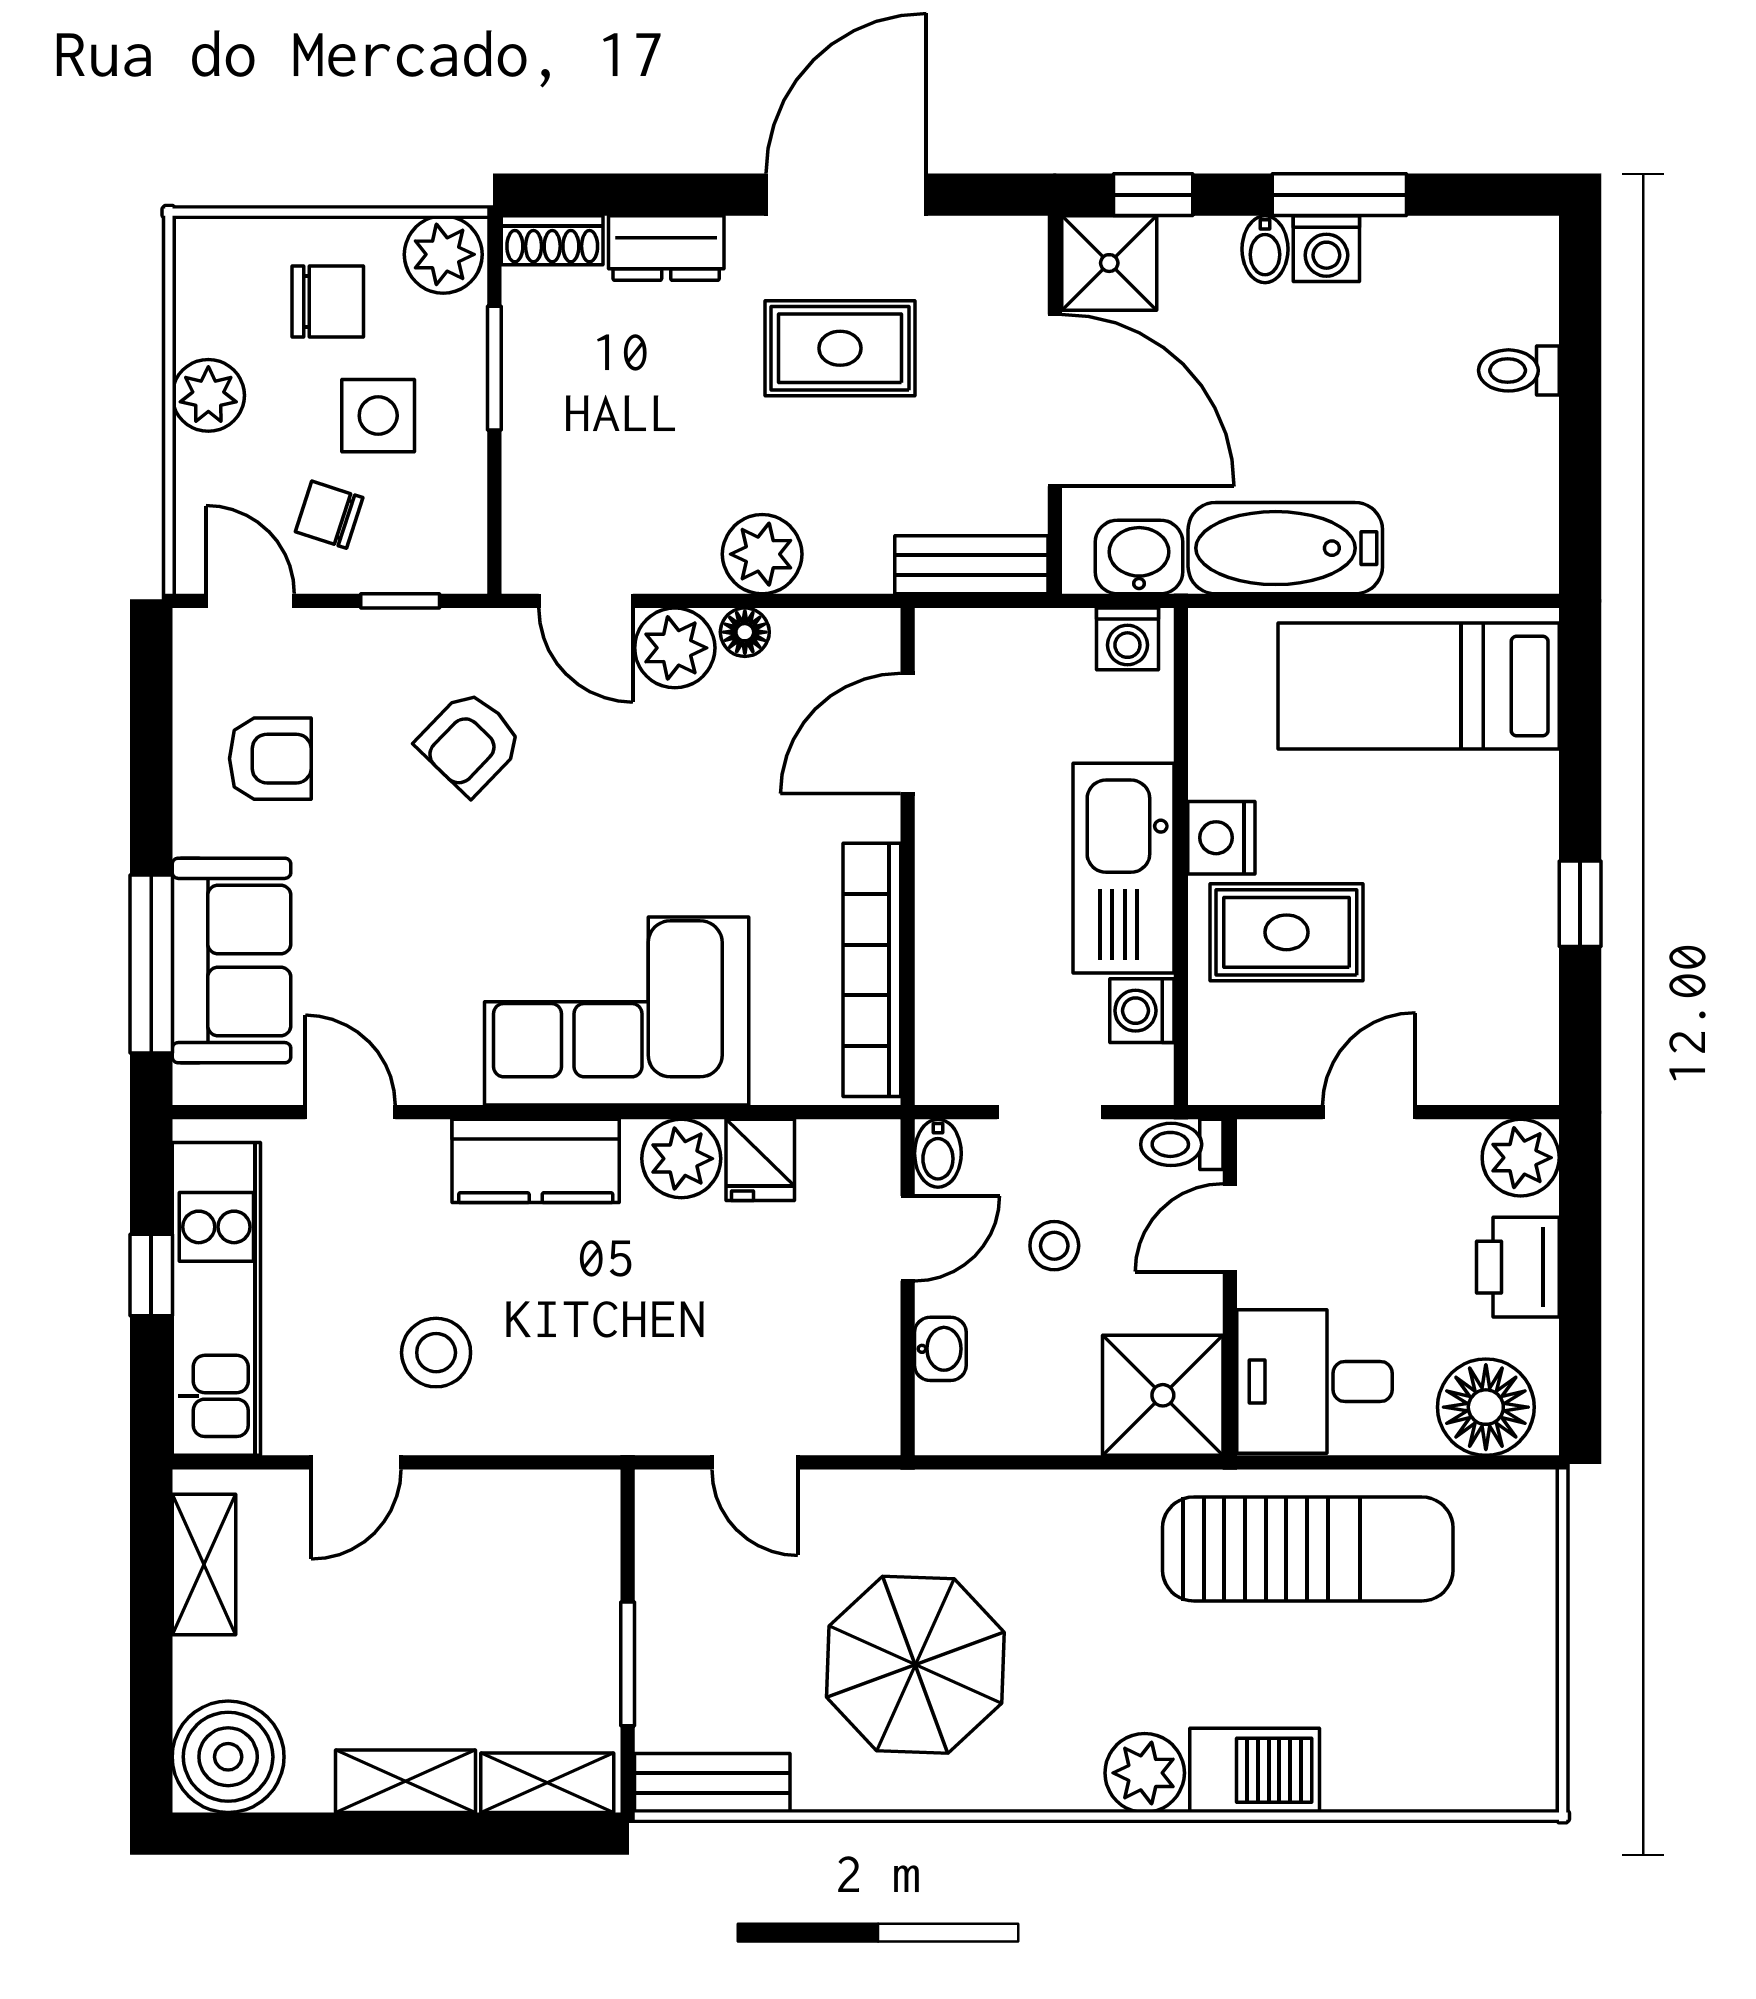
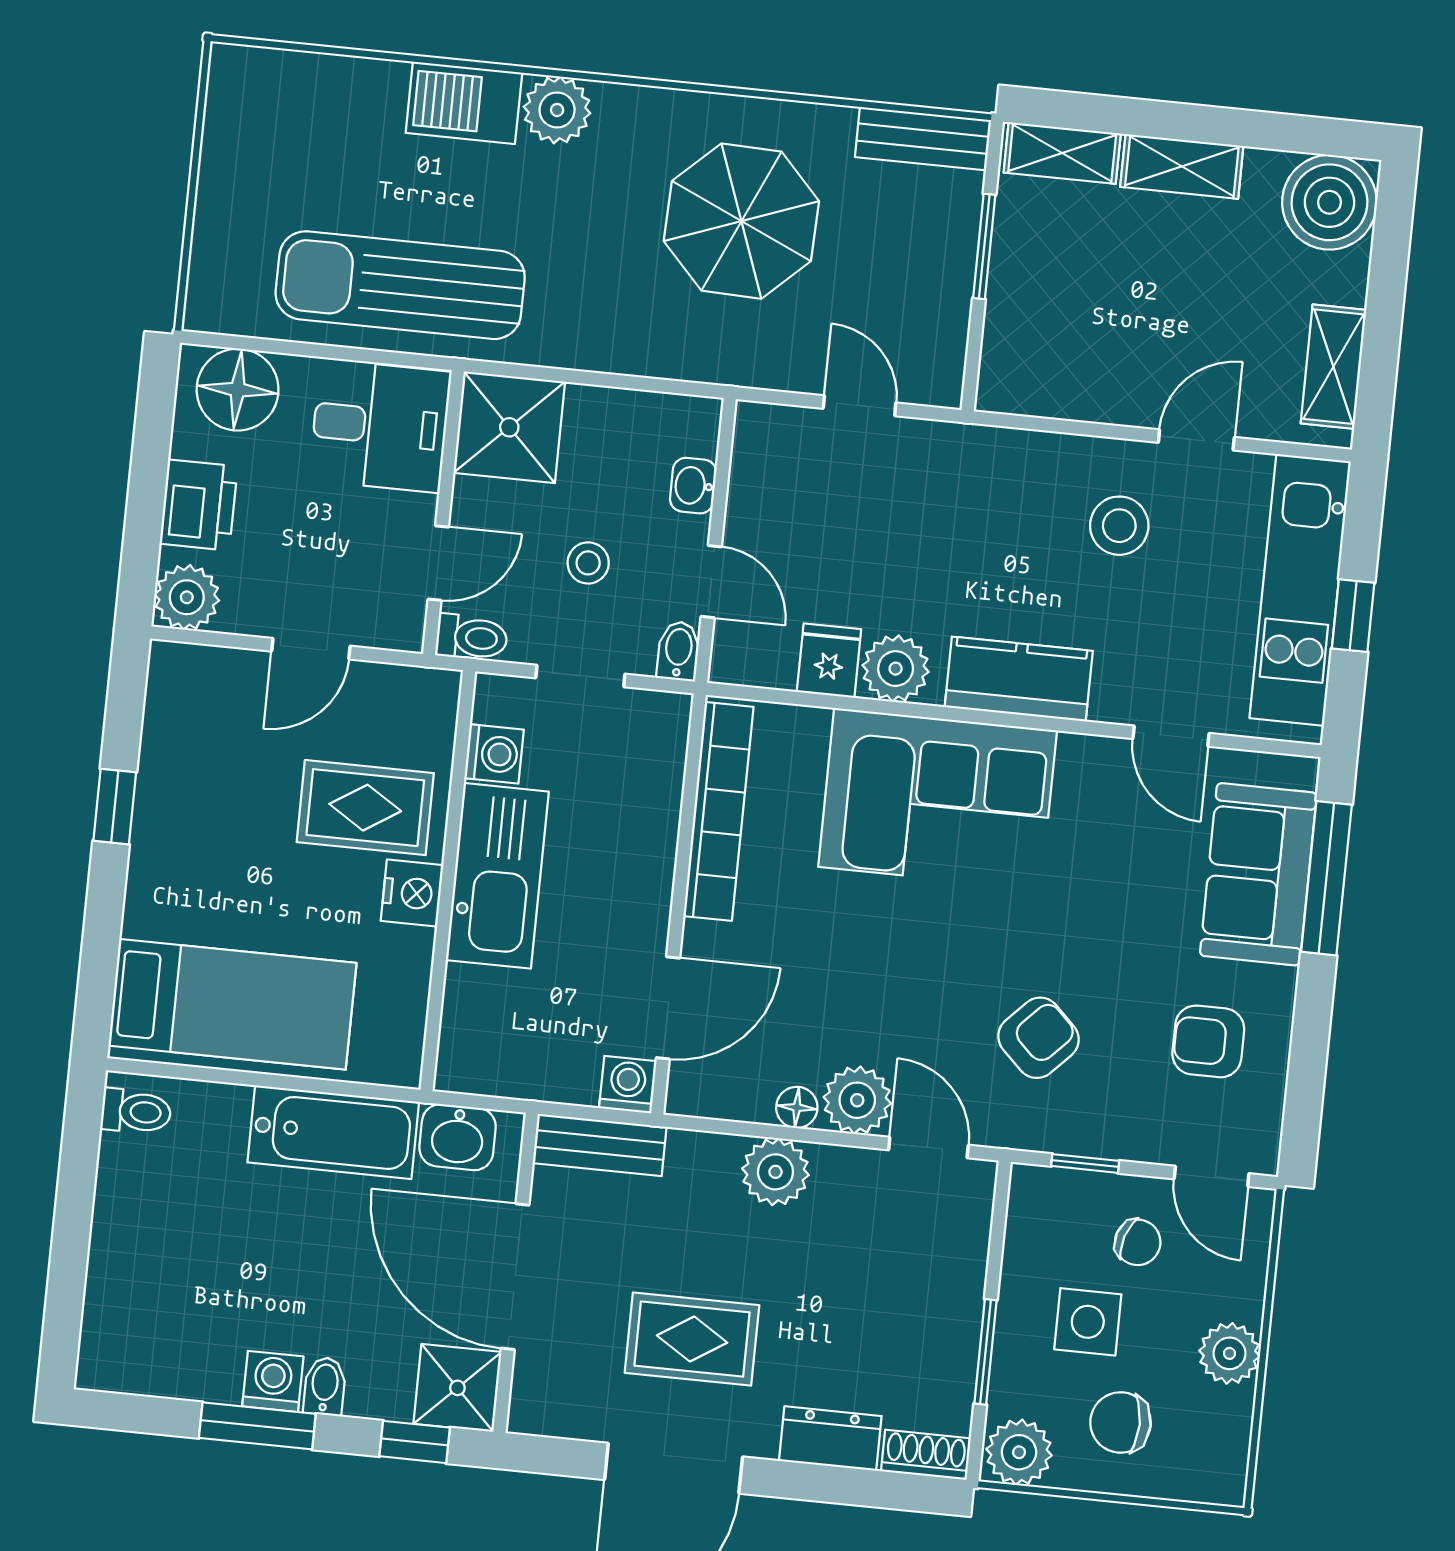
toilet: (1519, 370) -> (136, 1111), moved
washing machine: (1127, 639) -> (628, 1085), moved
door: (908, 1238) -> (711, 582), swing flipped

